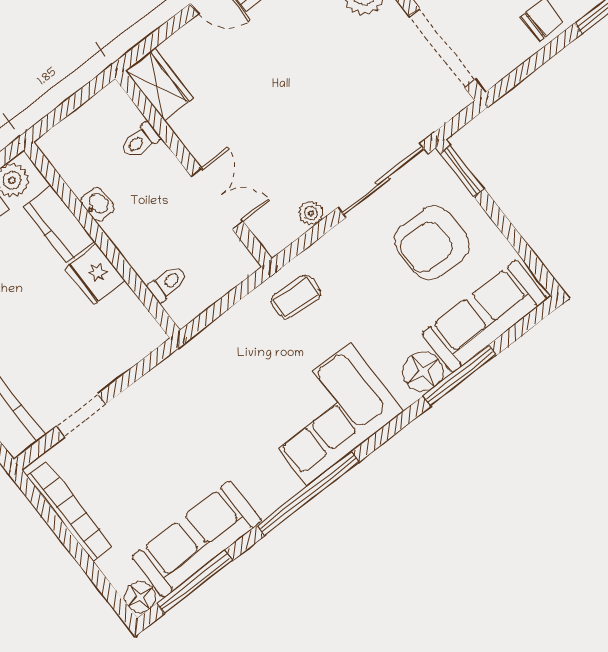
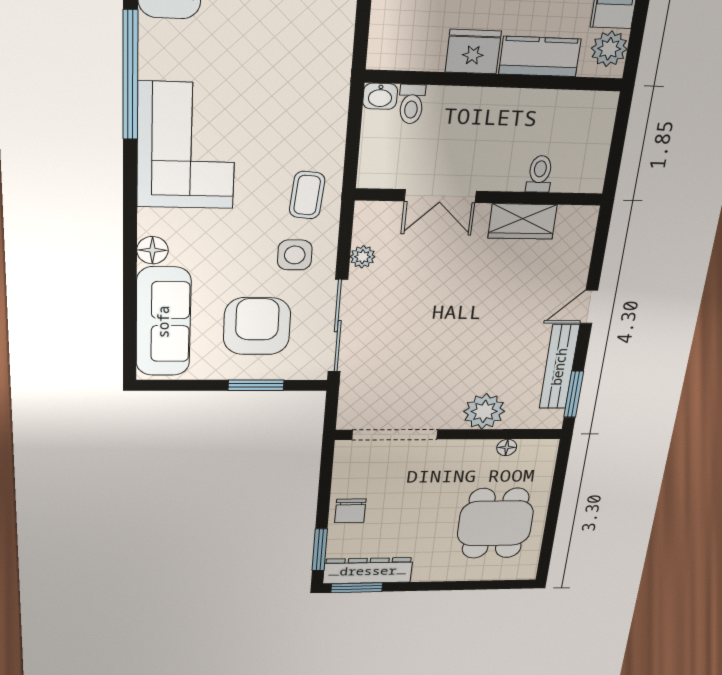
wardrobe: (159, 84) -> (522, 221), moved
window: (462, 171) -> (256, 385), moved
washbasin: (98, 204) -> (380, 96), moved
side table: (350, 265) -> (295, 255), added
floor lamp: (423, 371) -> (152, 250), width x0.73, depth x0.73
window: (460, 376) -> (130, 270), removed

